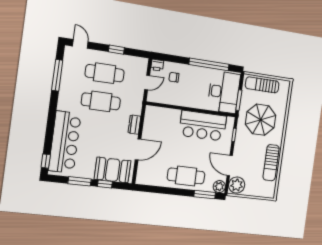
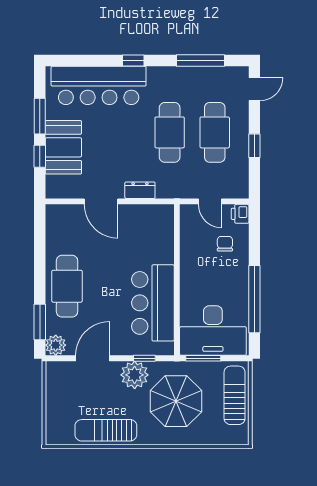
window: (46, 161) -> (133, 61), moved
booth: (113, 170) -> (63, 147), moved
plant: (237, 185) -> (135, 375), moved

